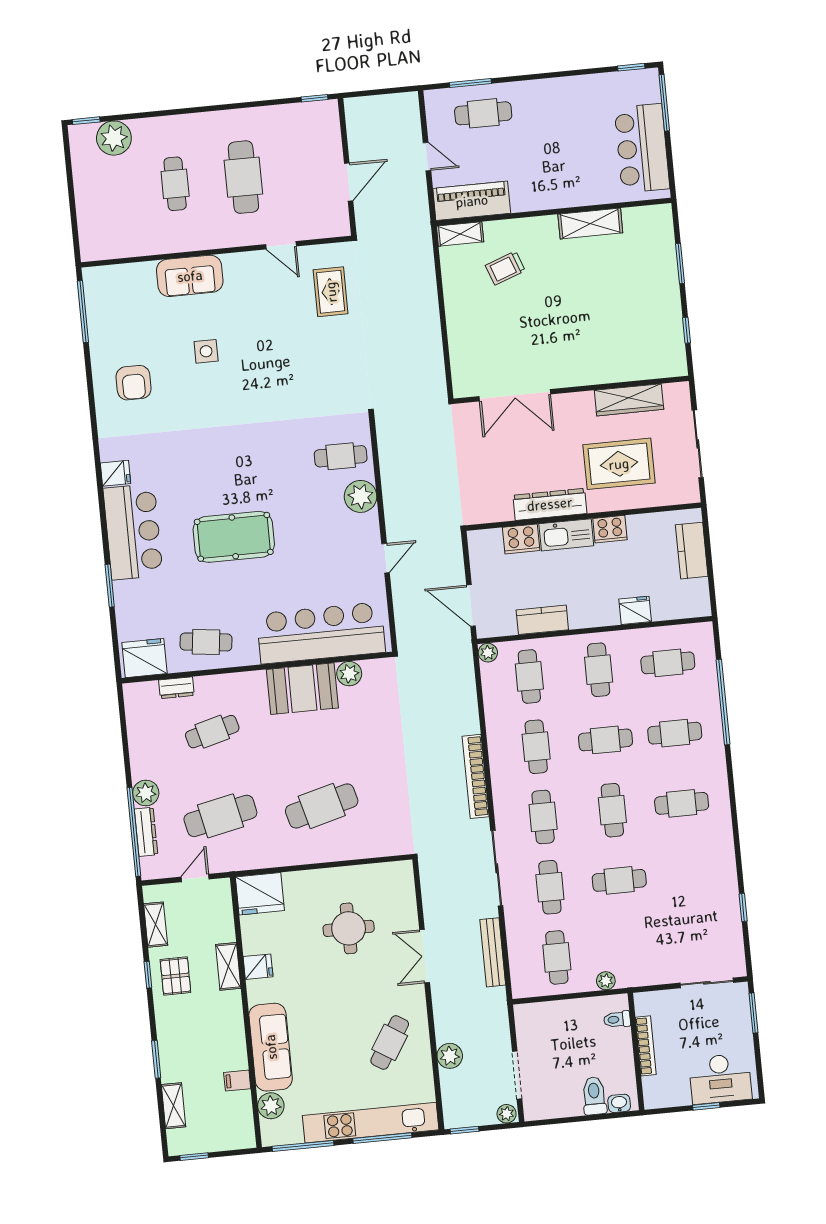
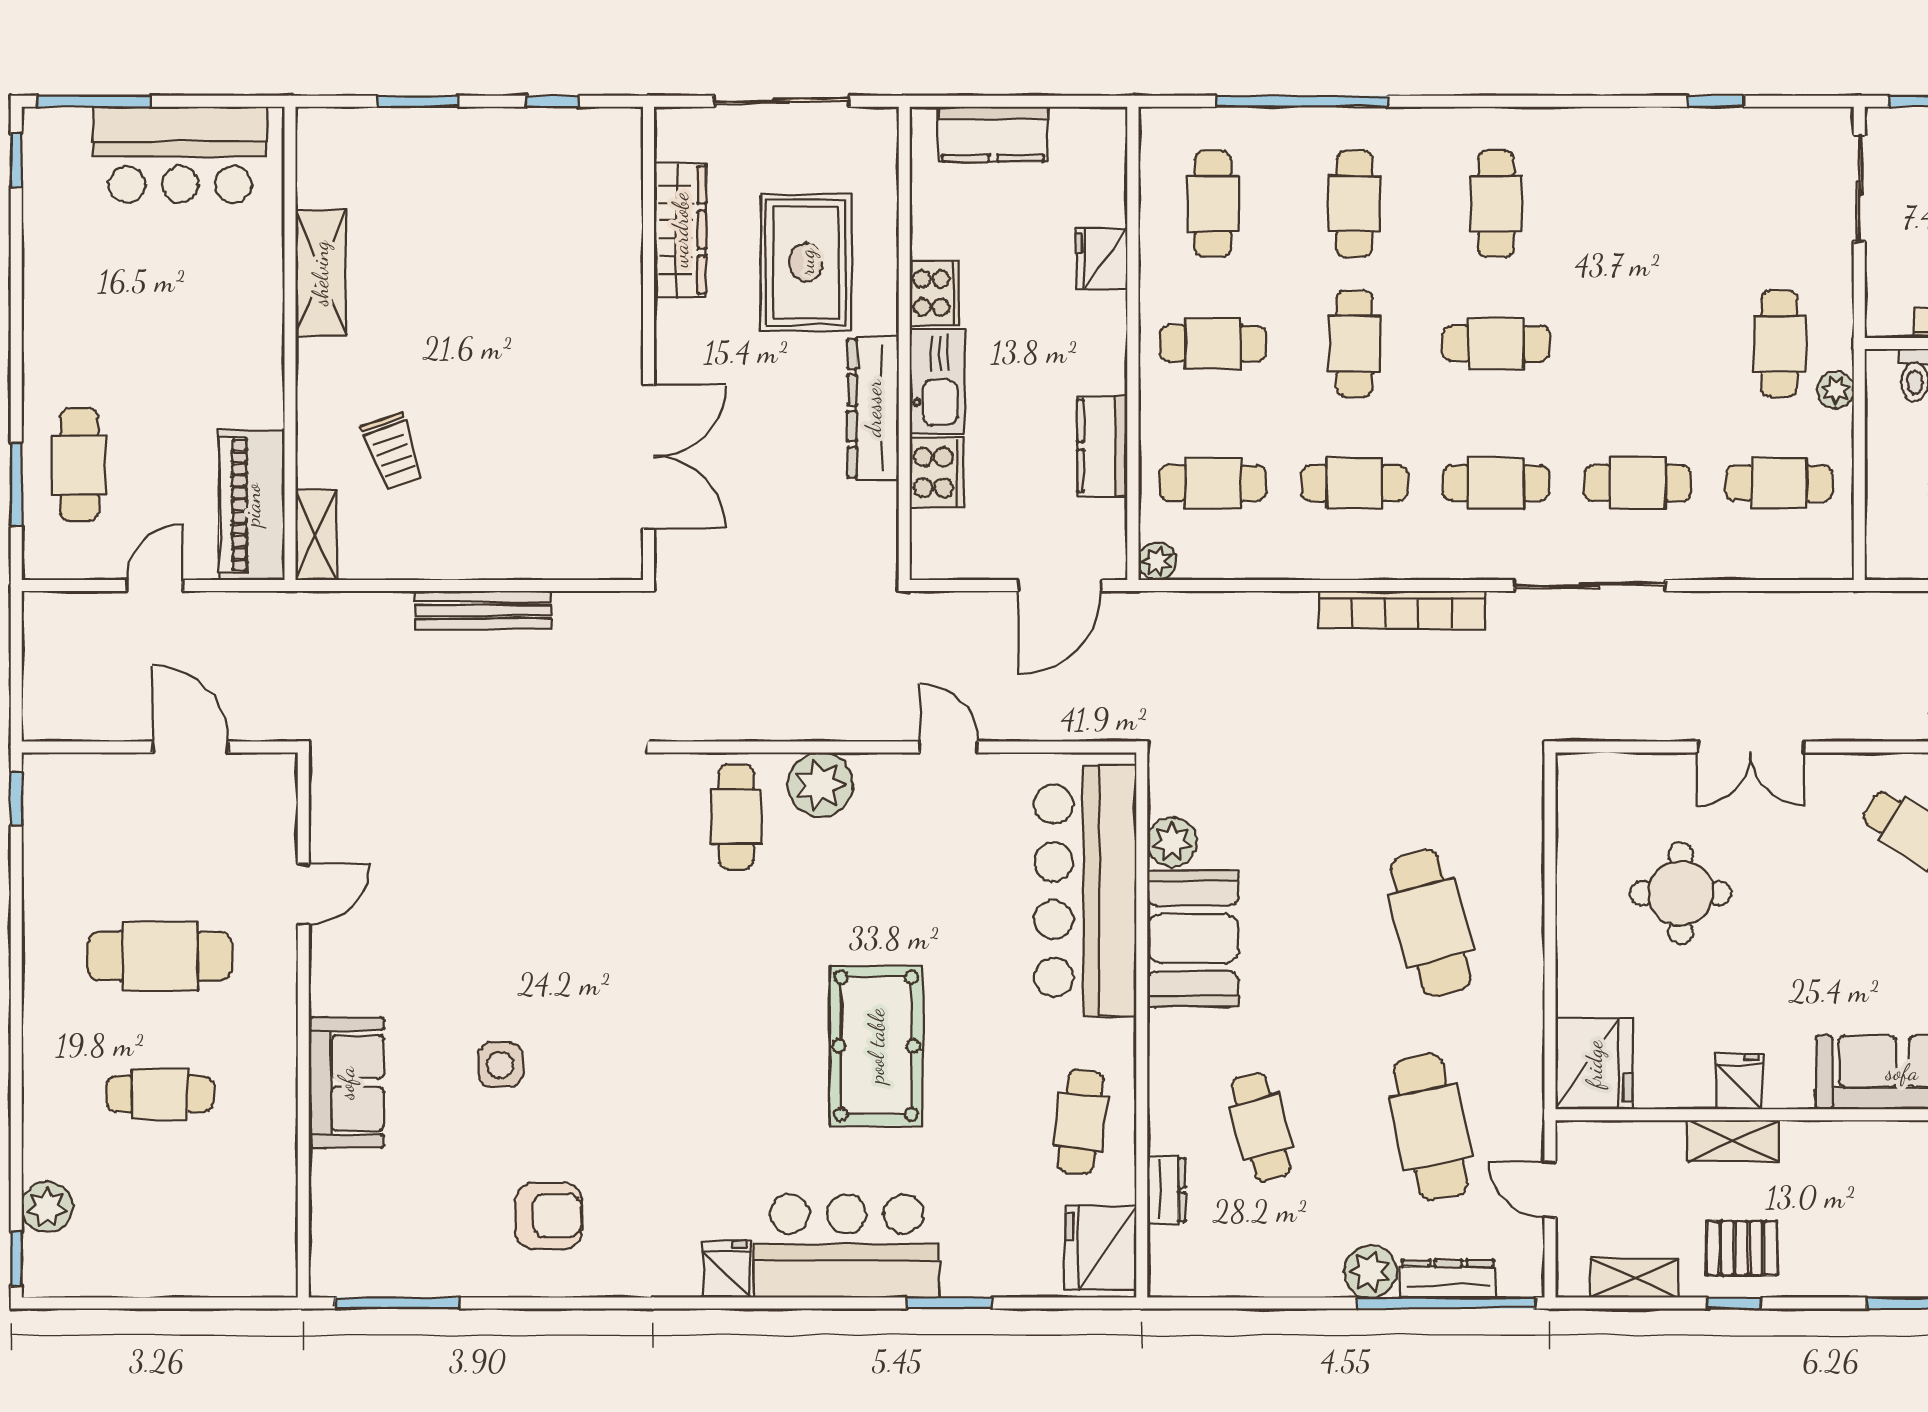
plant: (114, 138) -> (47, 1207), width x0.73, depth x0.73
rug: (331, 292) -> (406, 804), removed
cafe table: (619, 880) -> (1779, 343), moved
bench: (493, 952) -> (483, 610), moved

